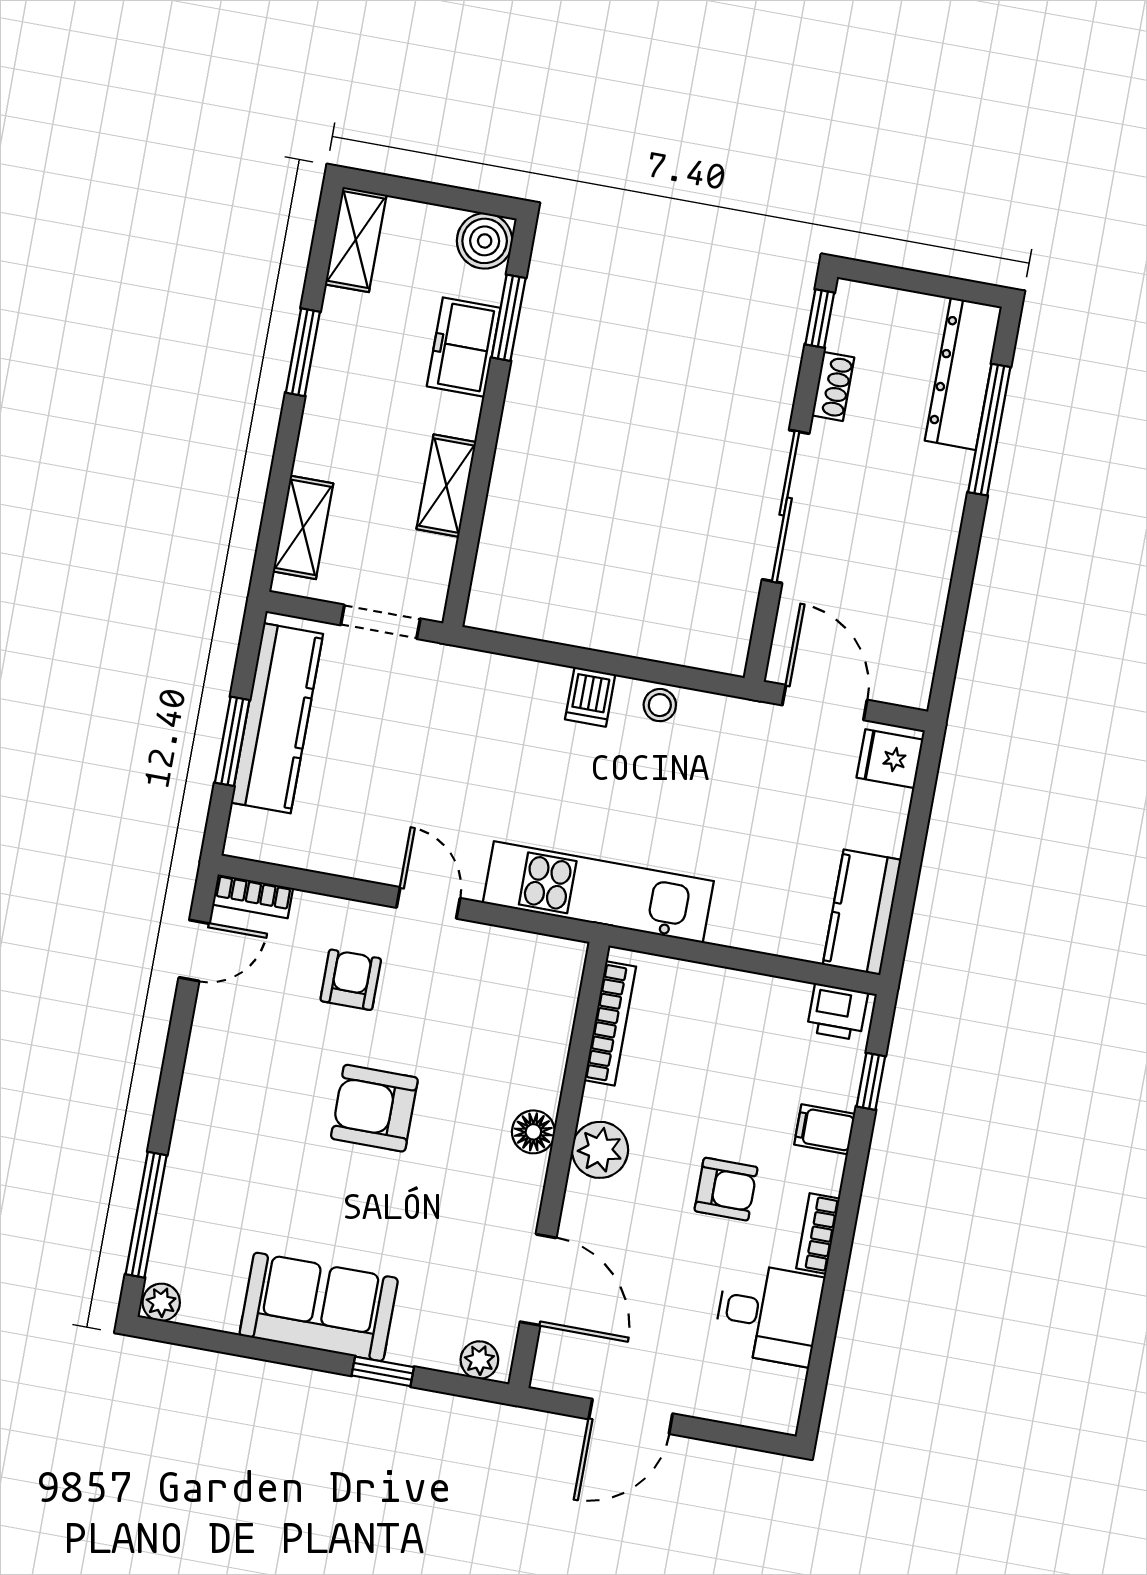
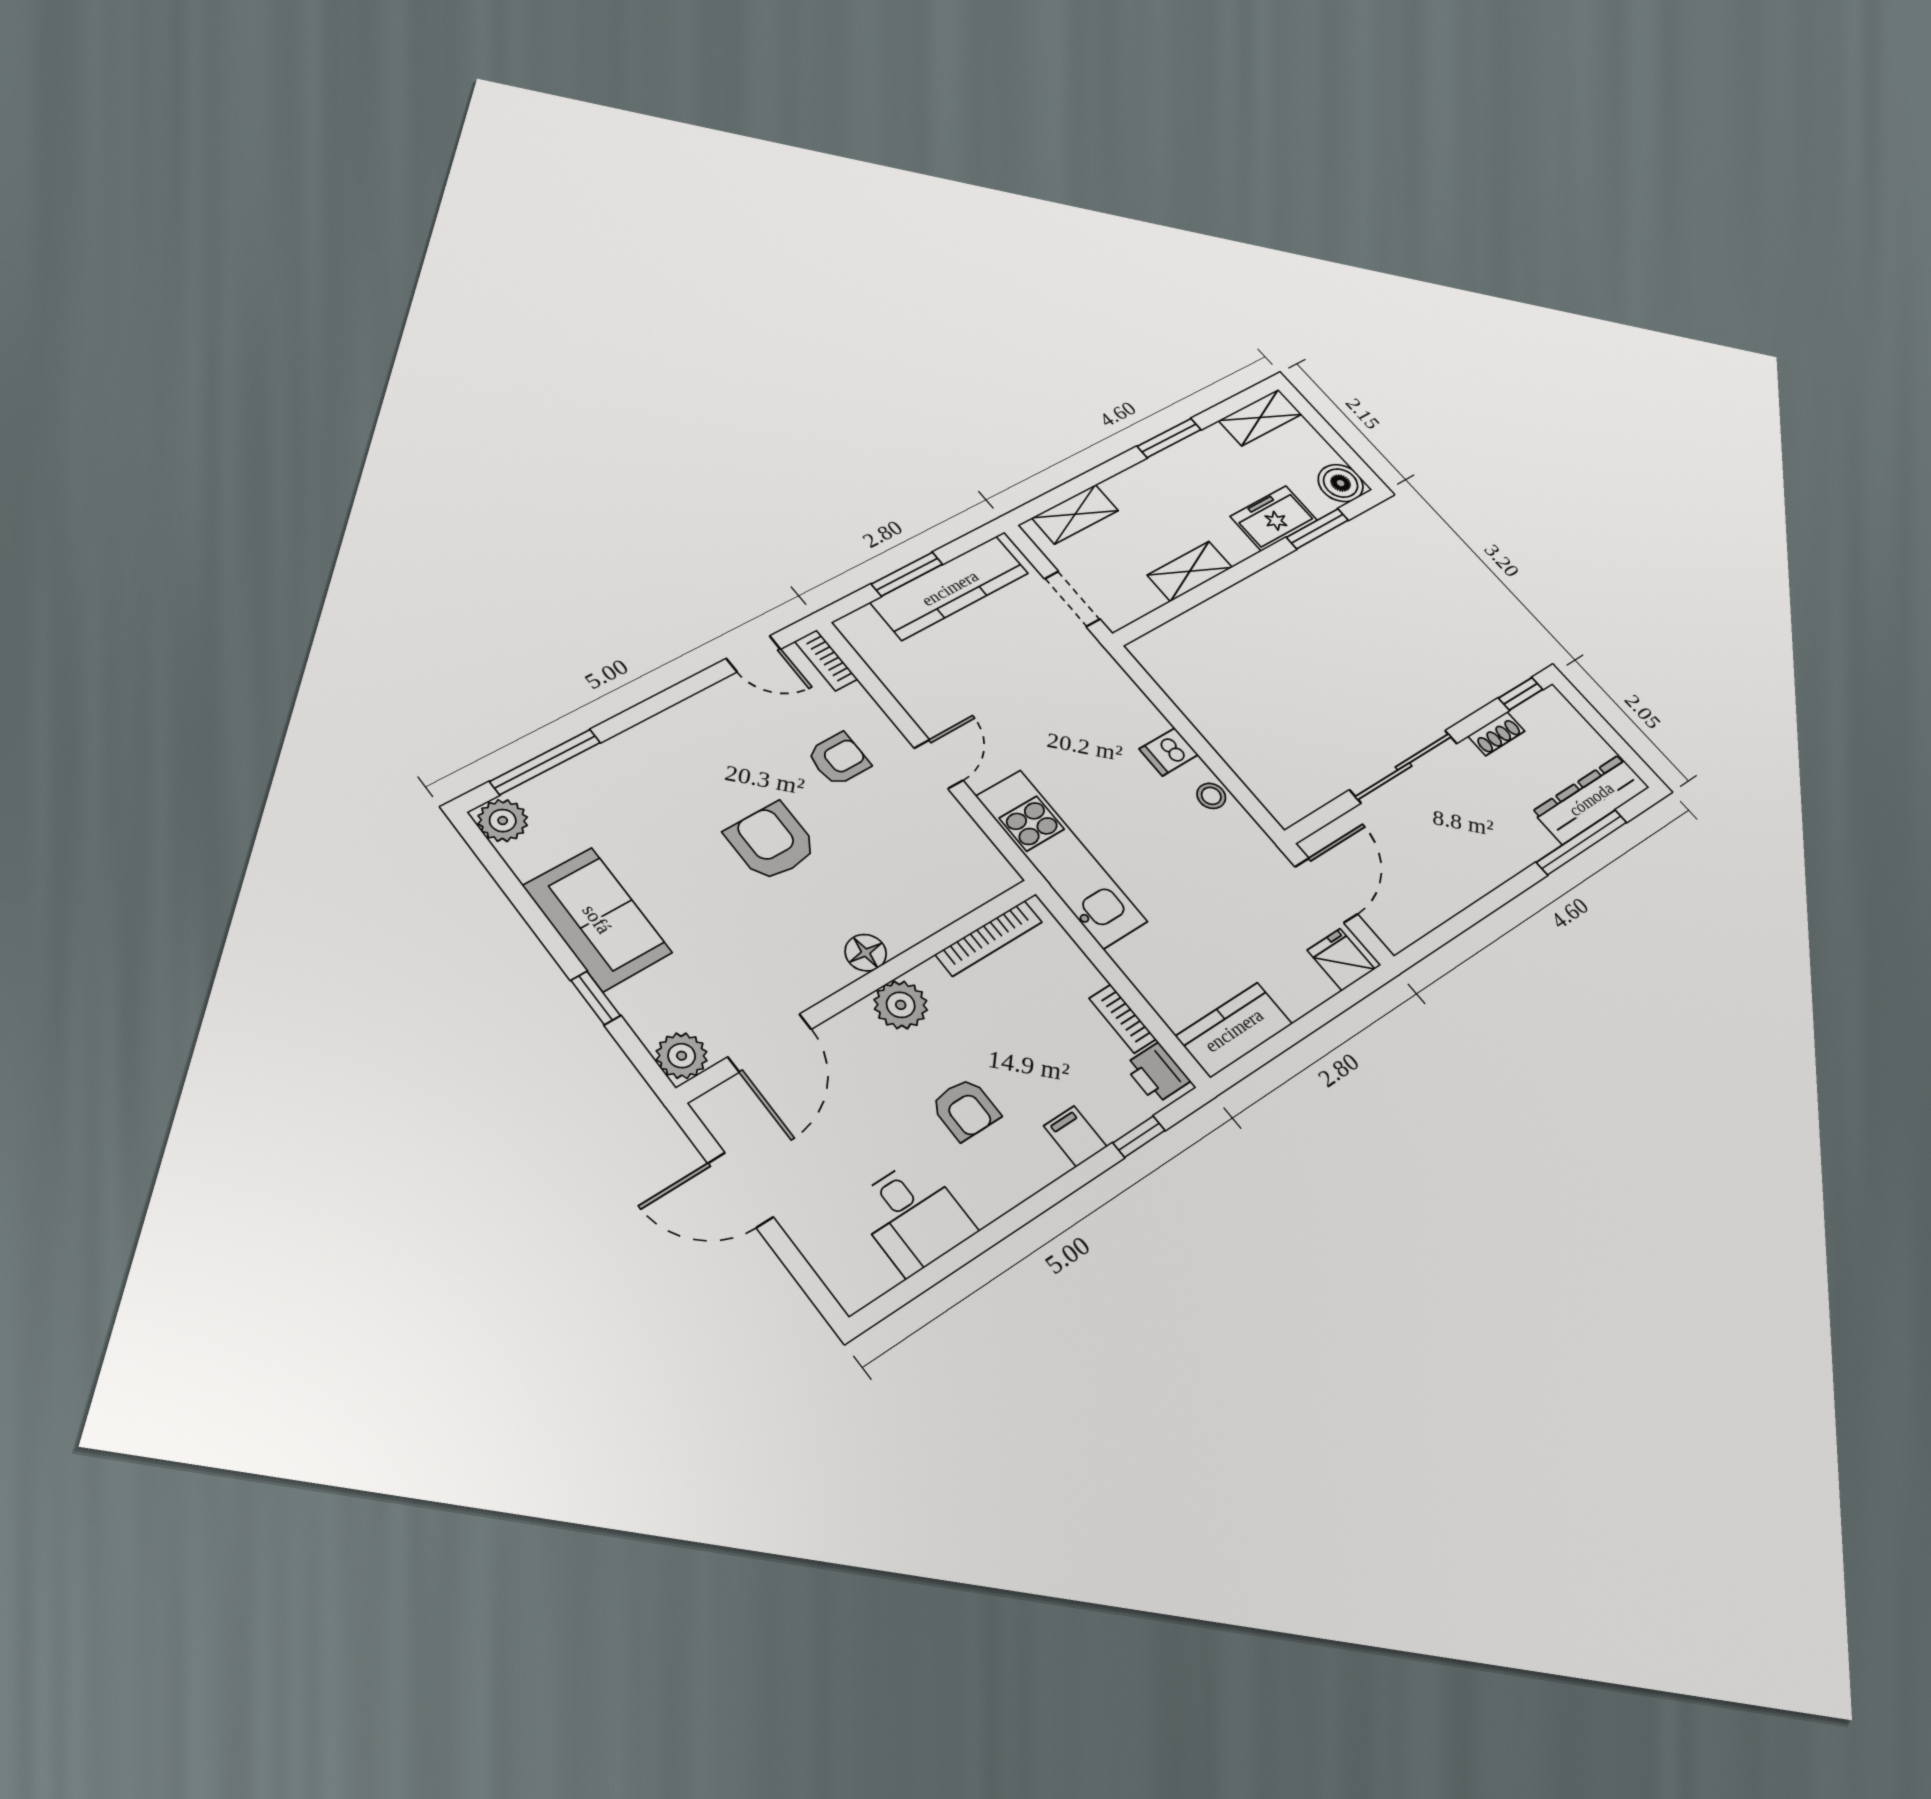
bookcase: (818, 1233) -> (1122, 1019), moved, turned -90
plant: (161, 1302) -> (503, 821), width x1.38, depth x1.38
plant: (479, 1360) -> (682, 1056), width x1.38, depth x1.38

